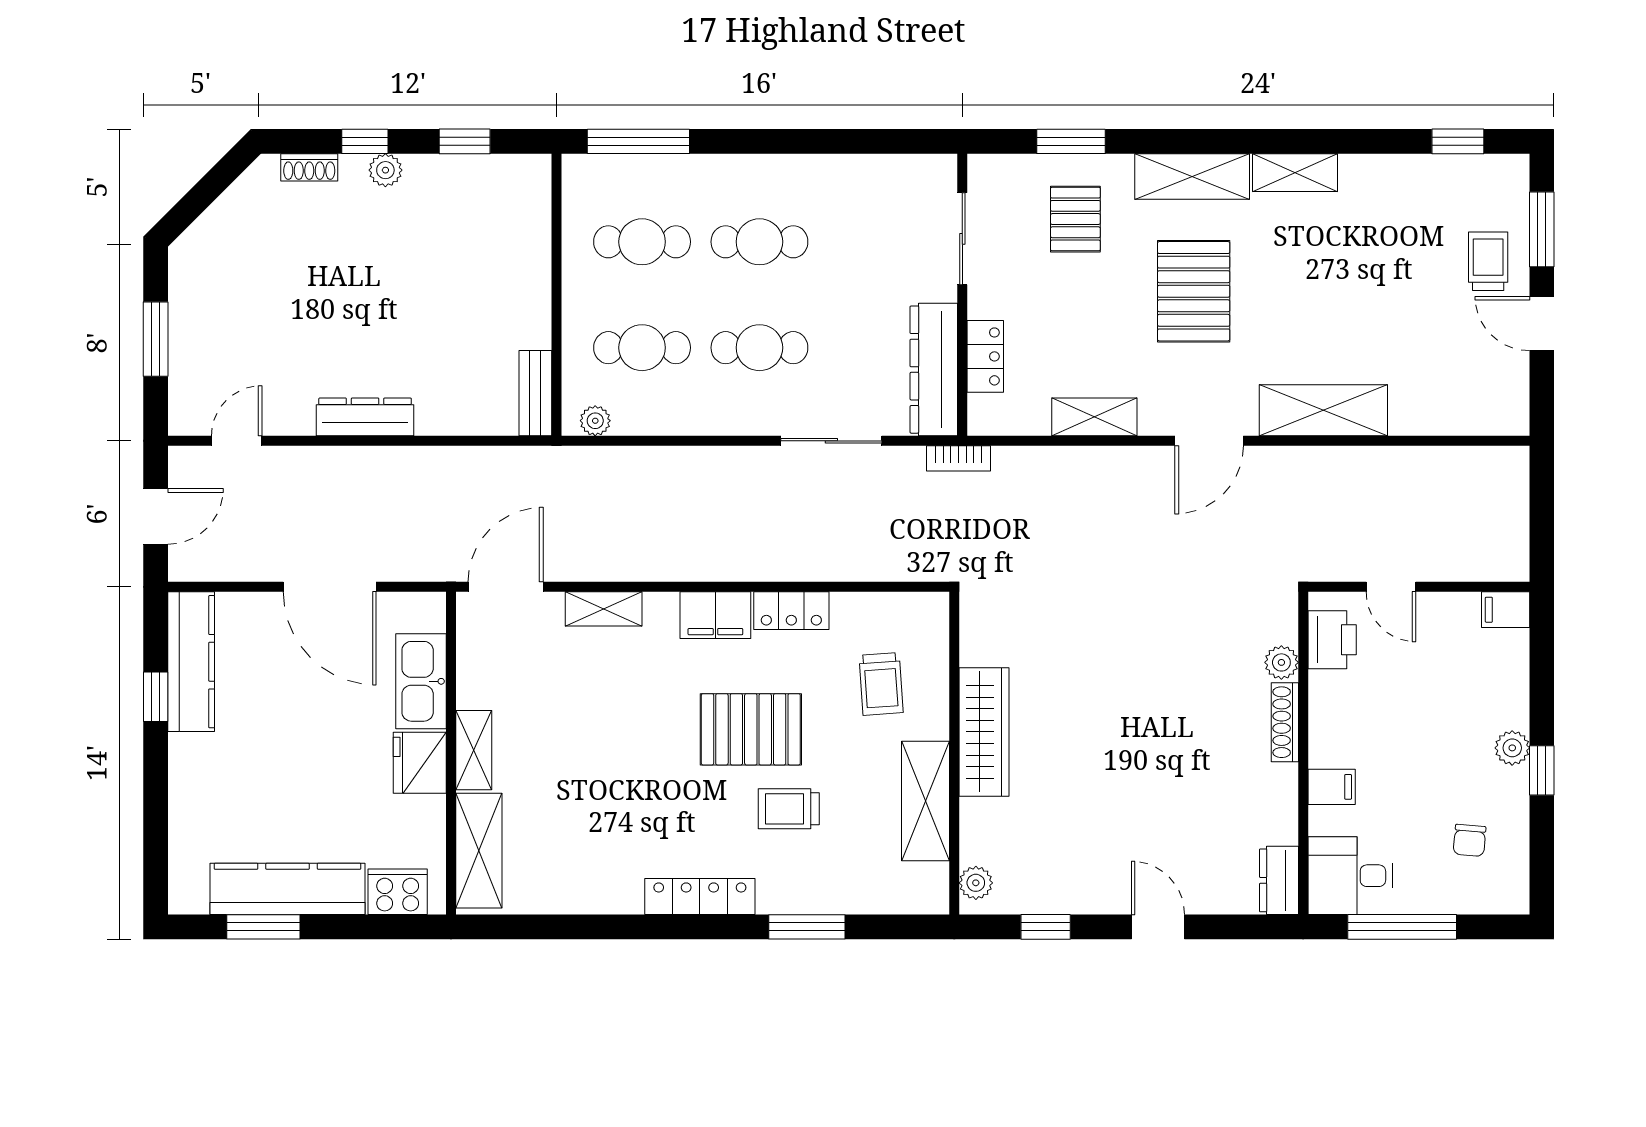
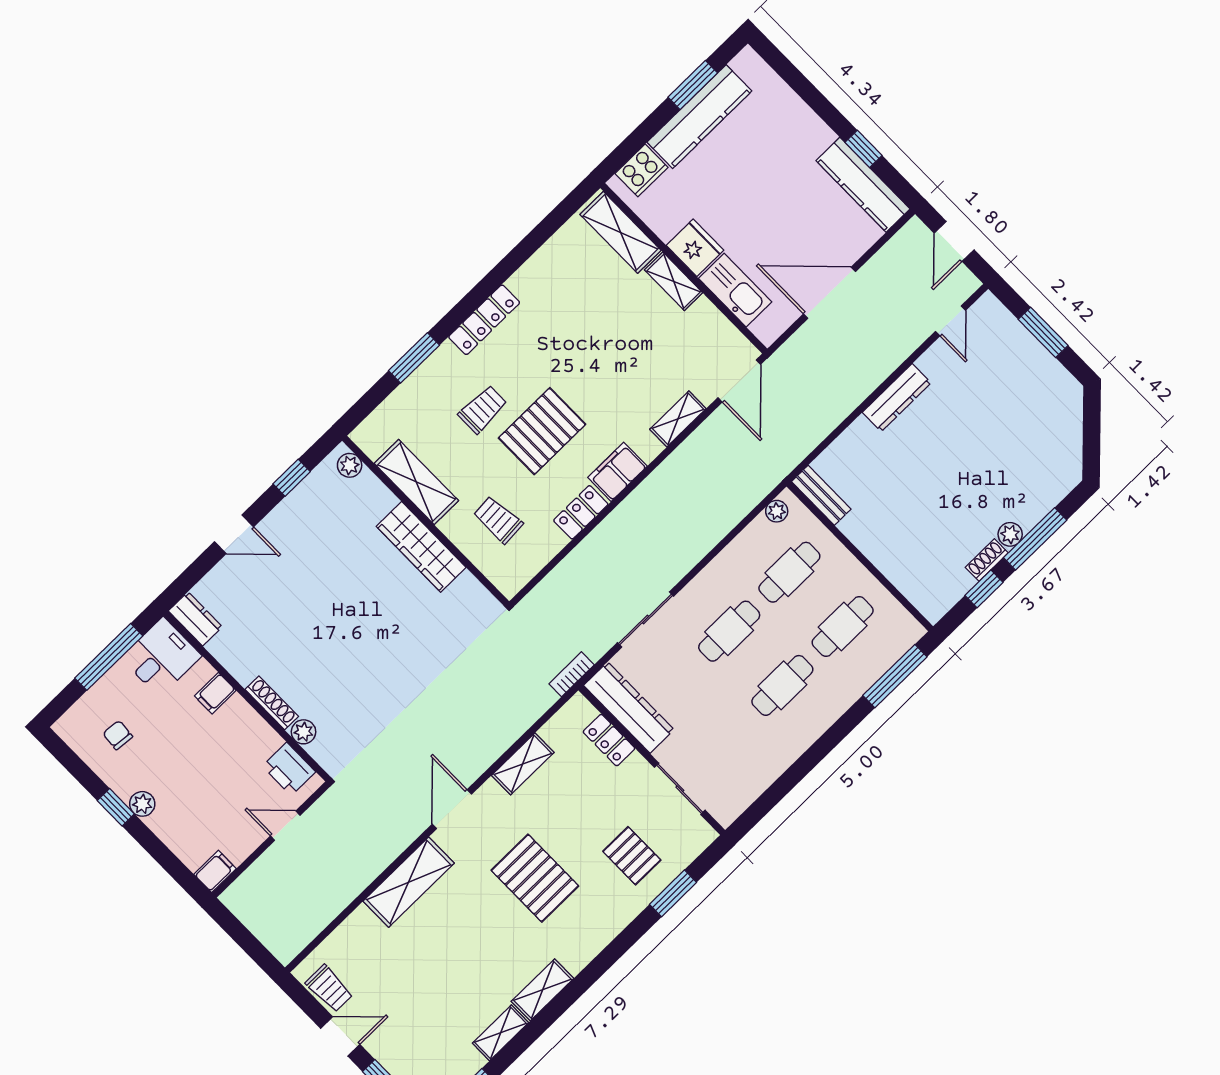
window: (365, 141) -> (1035, 539), width x2.17
shoe rack: (309, 167) -> (987, 560), moved
shelving: (1192, 176) -> (500, 1033), moved, width x0.67, depth x0.75
trolley: (1488, 261) -> (329, 988), moved

